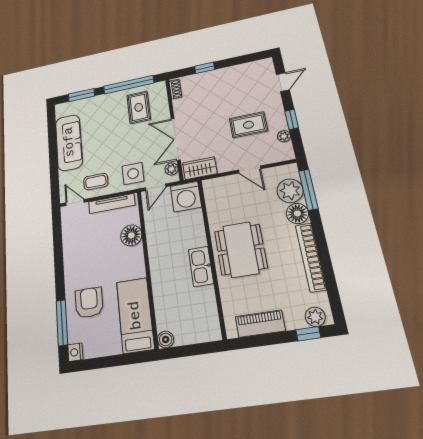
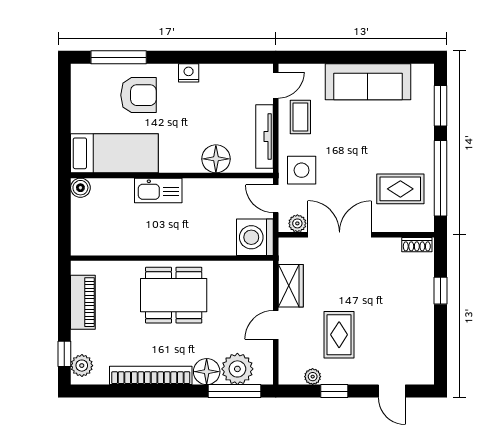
wardrobe: (200, 168) -> (291, 286), moved
kitchen sink: (201, 266) -> (158, 190), moved, turned 180
nightstand: (75, 352) -> (189, 73), moved

